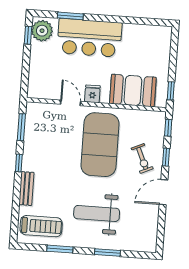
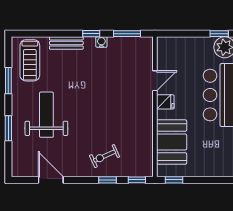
exercise mat: (100, 145) -> (115, 113), removed
water cooler: (28, 153) -> (101, 42), added
door: (164, 192) -> (51, 180), moved

